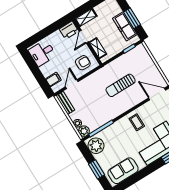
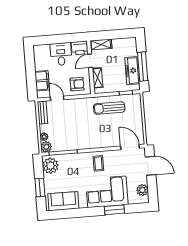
window: (132, 18) -> (143, 67), width x1.44
desk: (42, 53) -> (61, 54), moved, turned 90
filing cabinet: (53, 79) -> (42, 81), width x2.00
door: (72, 84) -> (57, 98), hinge flipped
sun lounger: (121, 85) -> (109, 108), moved

